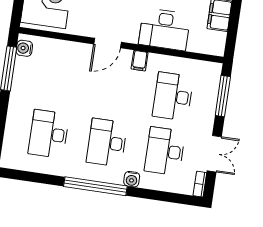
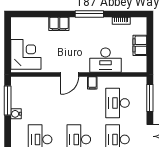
water cooler: (24, 48) -> (16, 114), moved

